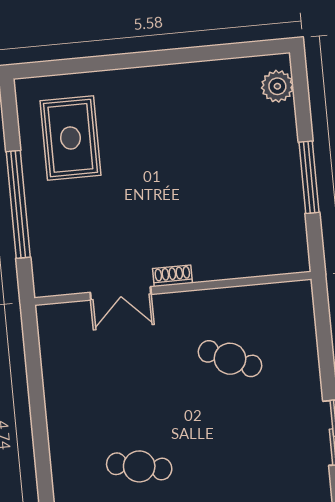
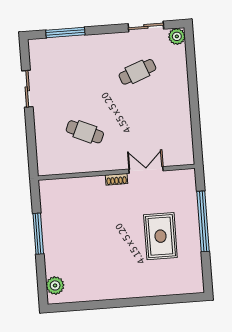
rug: (70, 138) -> (160, 236), moved
cafe table: (139, 466) -> (137, 72), turned -33

